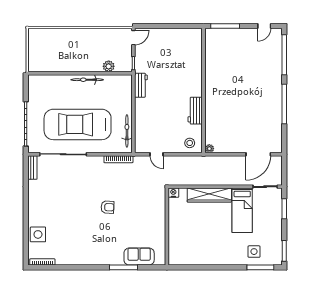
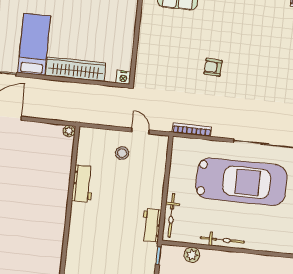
bicycle: (127, 131) -> (171, 215), moved
stool: (190, 143) -> (122, 153), moved

